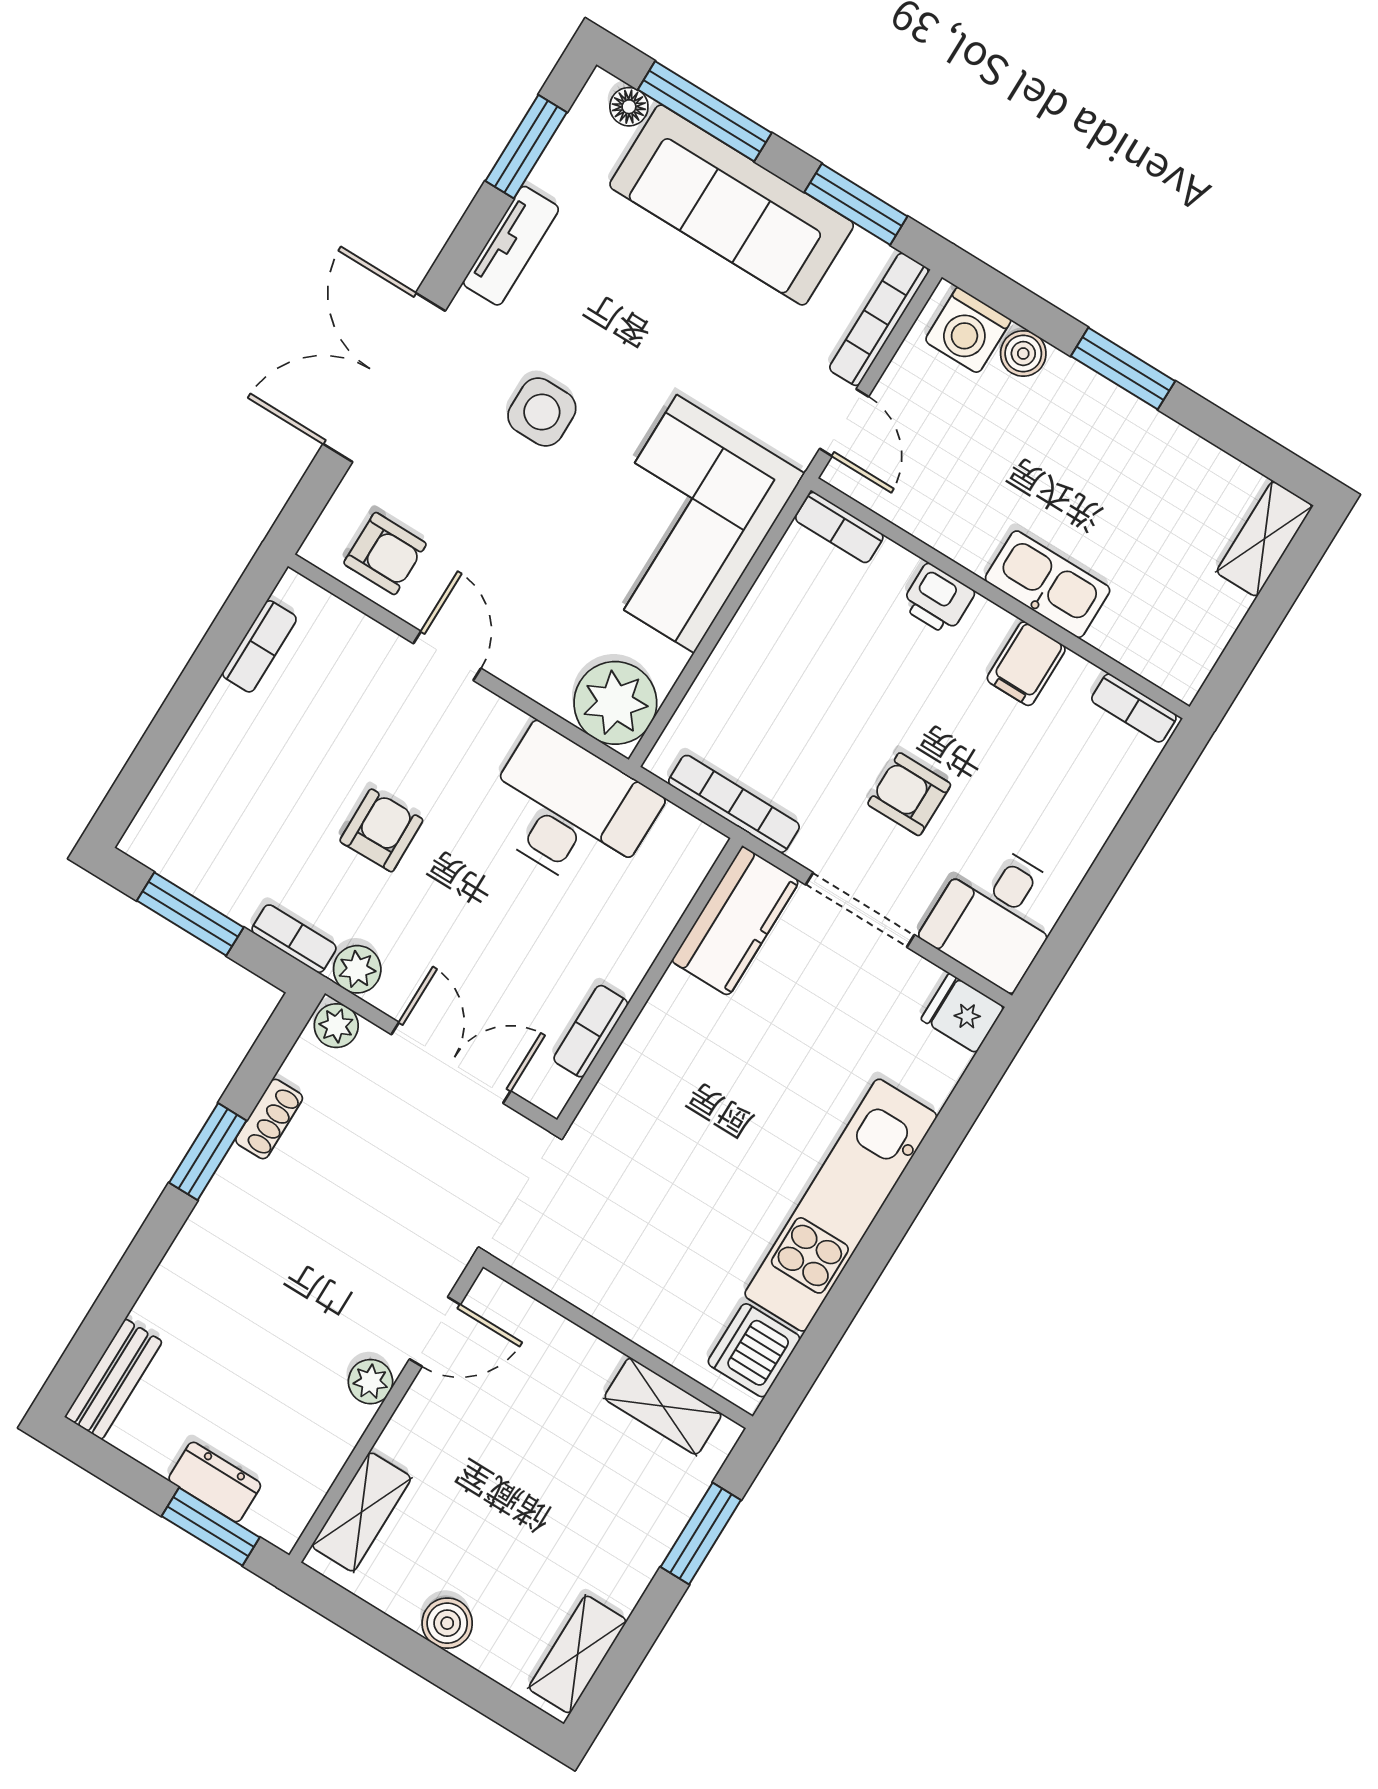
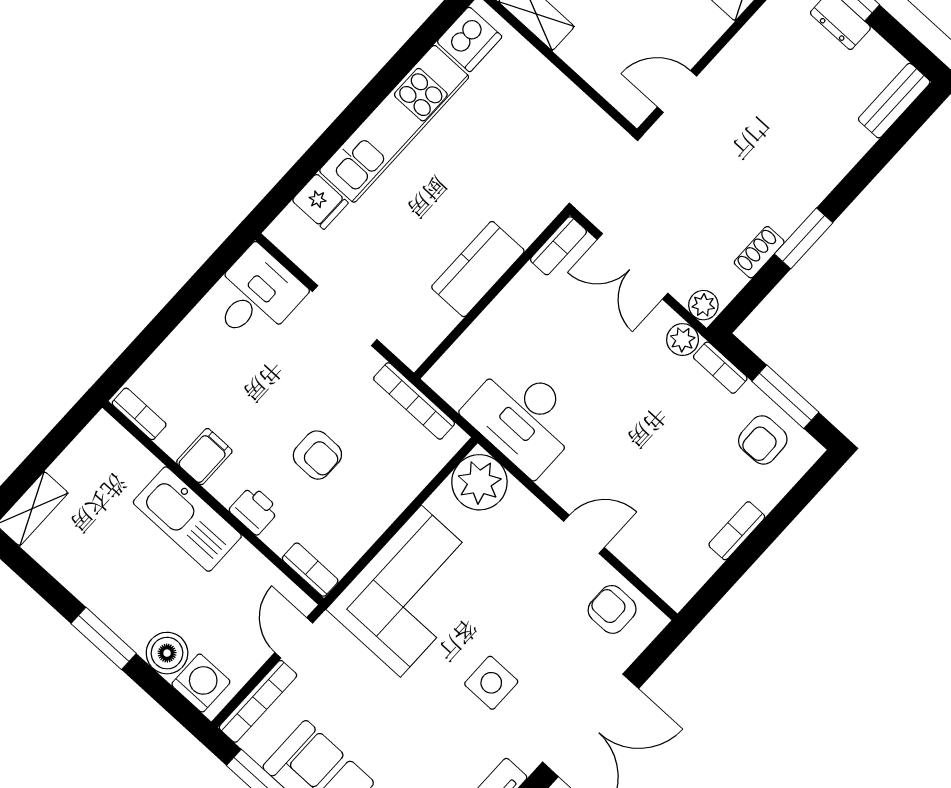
boiler: (1023, 353) -> (167, 653), width x1.36, depth x1.36
kitchen sink: (1048, 584) -> (187, 519), width x1.36, depth x1.24
bookcase: (259, 646) -> (737, 531), moved
door: (447, 656) -> (584, 534), swing flipped
armchair: (909, 794) -> (317, 455), moved
armchair: (381, 830) -> (763, 440), moved
kitchen counter: (735, 921) -> (478, 269), moved
fridge: (963, 1013) -> (320, 202), moved
bookcase: (591, 1031) -> (558, 246), moved
plant: (370, 1382) -> (725, 67), removed

